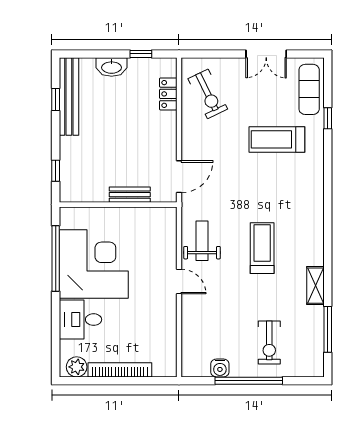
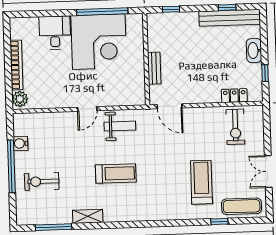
exercise bike: (208, 94) -> (235, 127), turned -64
plant: (77, 367) -> (20, 99), moved

